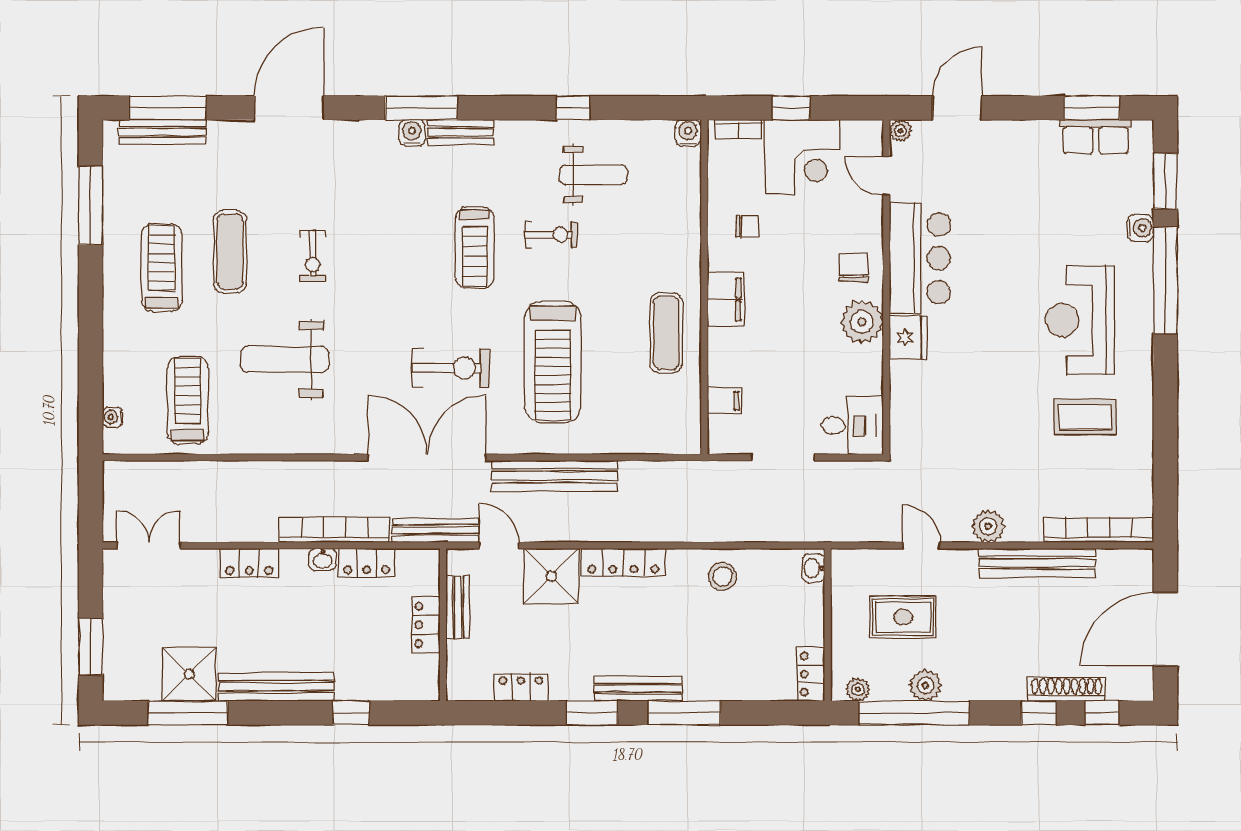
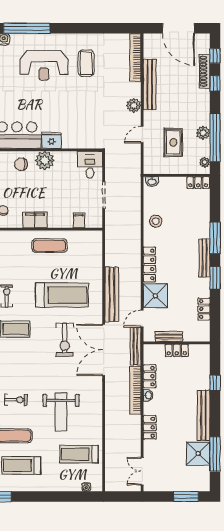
exercise bike: (451, 368) -> (65, 340), turned 180

